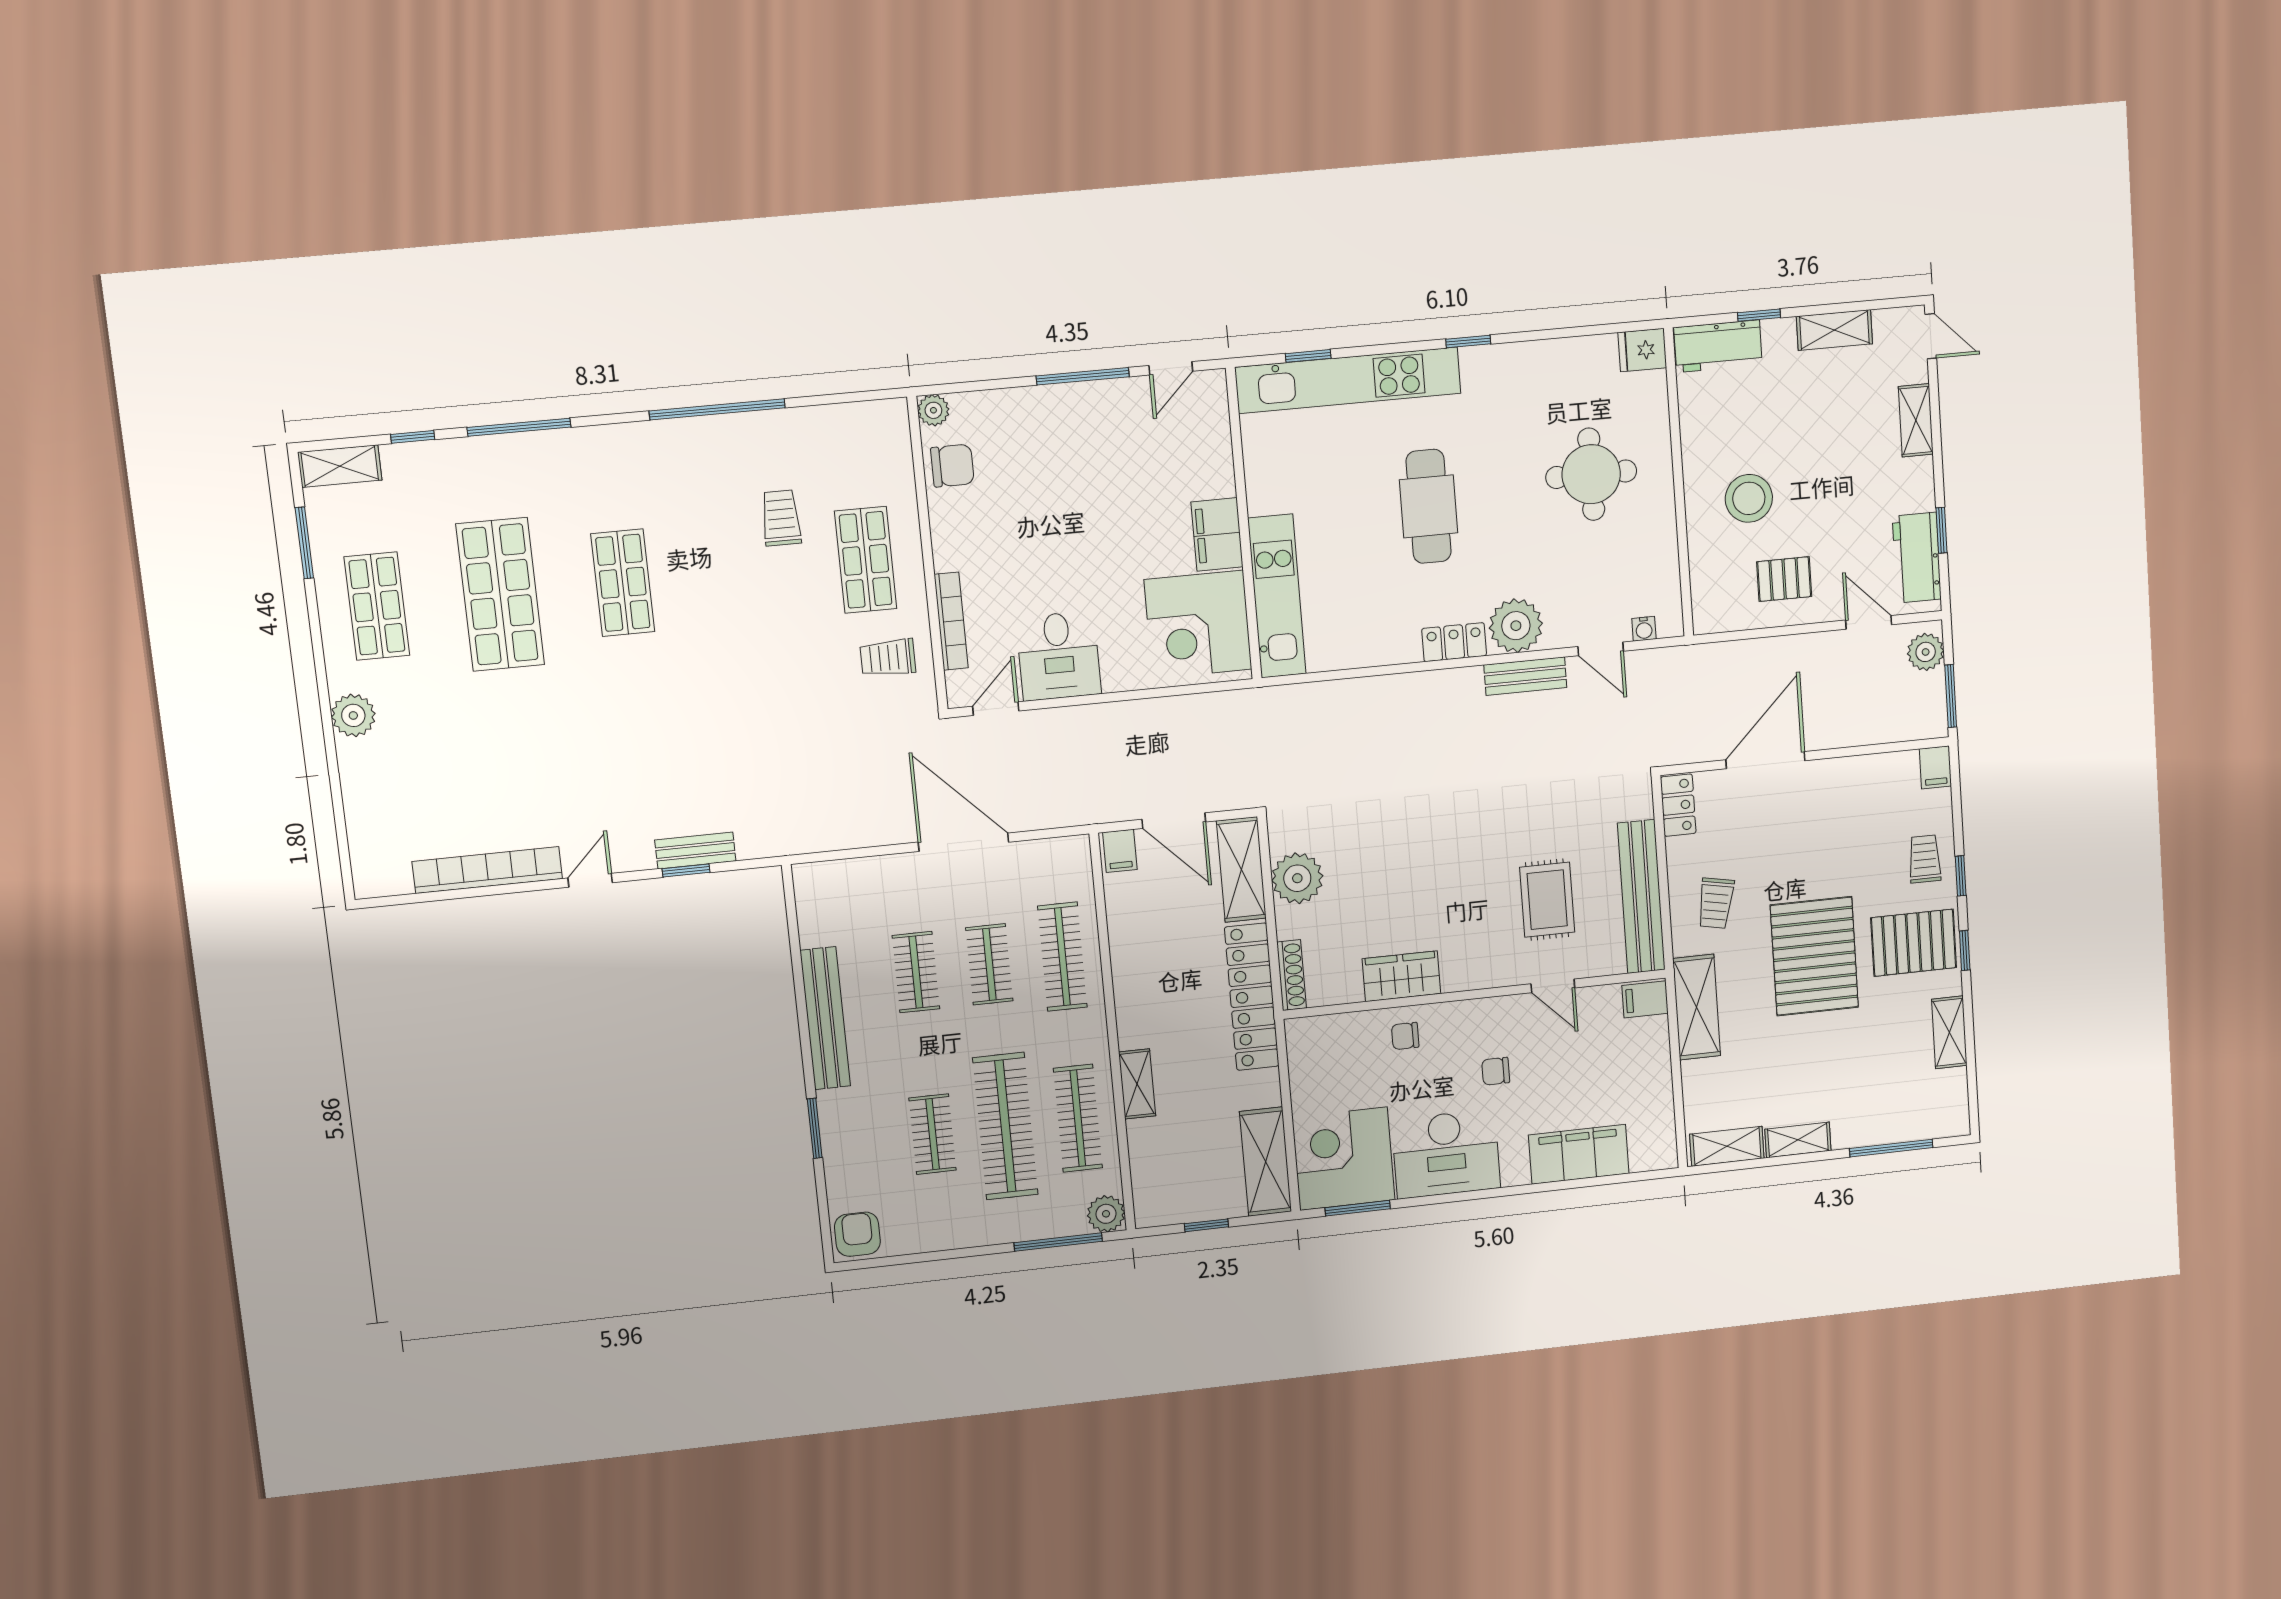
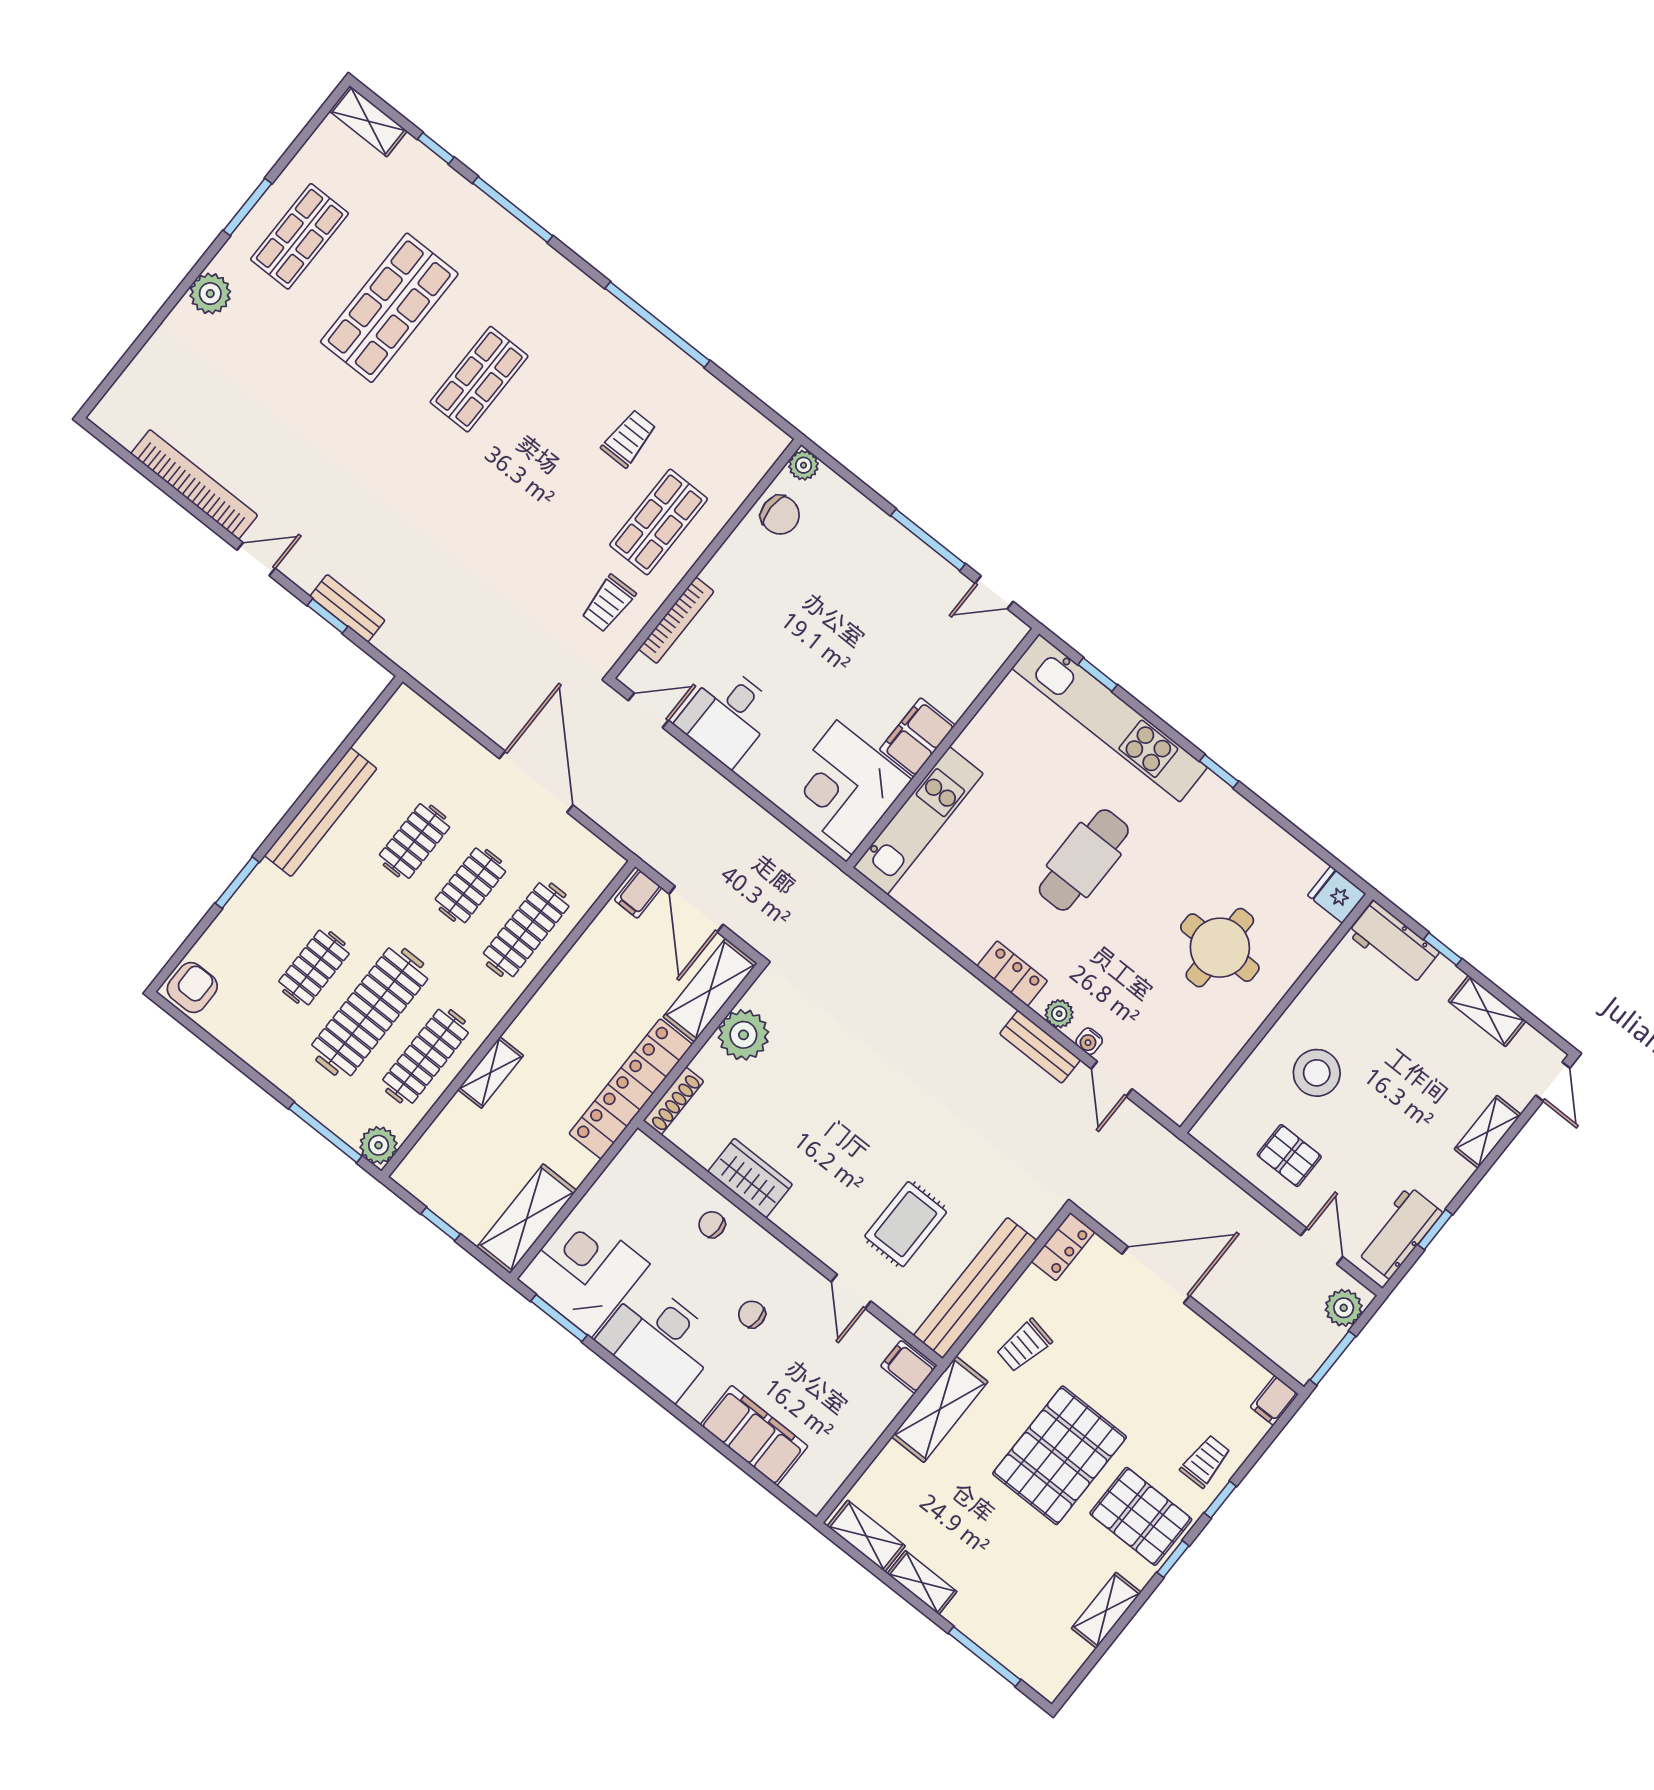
window: (304, 543) -> (248, 207), moved
plant: (1516, 626) -> (1059, 1014), width x0.53, depth x0.53
water cooler: (1644, 629) -> (1089, 1041), moved
trolley: (888, 658) -> (608, 603), turned -91

